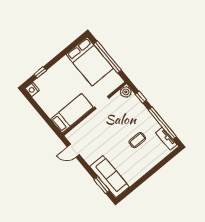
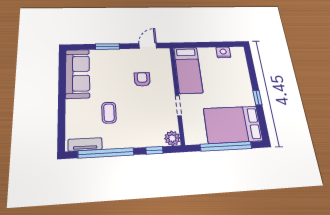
window: (40, 73) -> (257, 98), moved
nightstand: (32, 89) -> (223, 52), moved
armchair: (100, 137) -> (142, 79), added
sofa: (109, 177) -> (77, 73), moved, turned -90
window: (102, 185) -> (107, 47), moved

